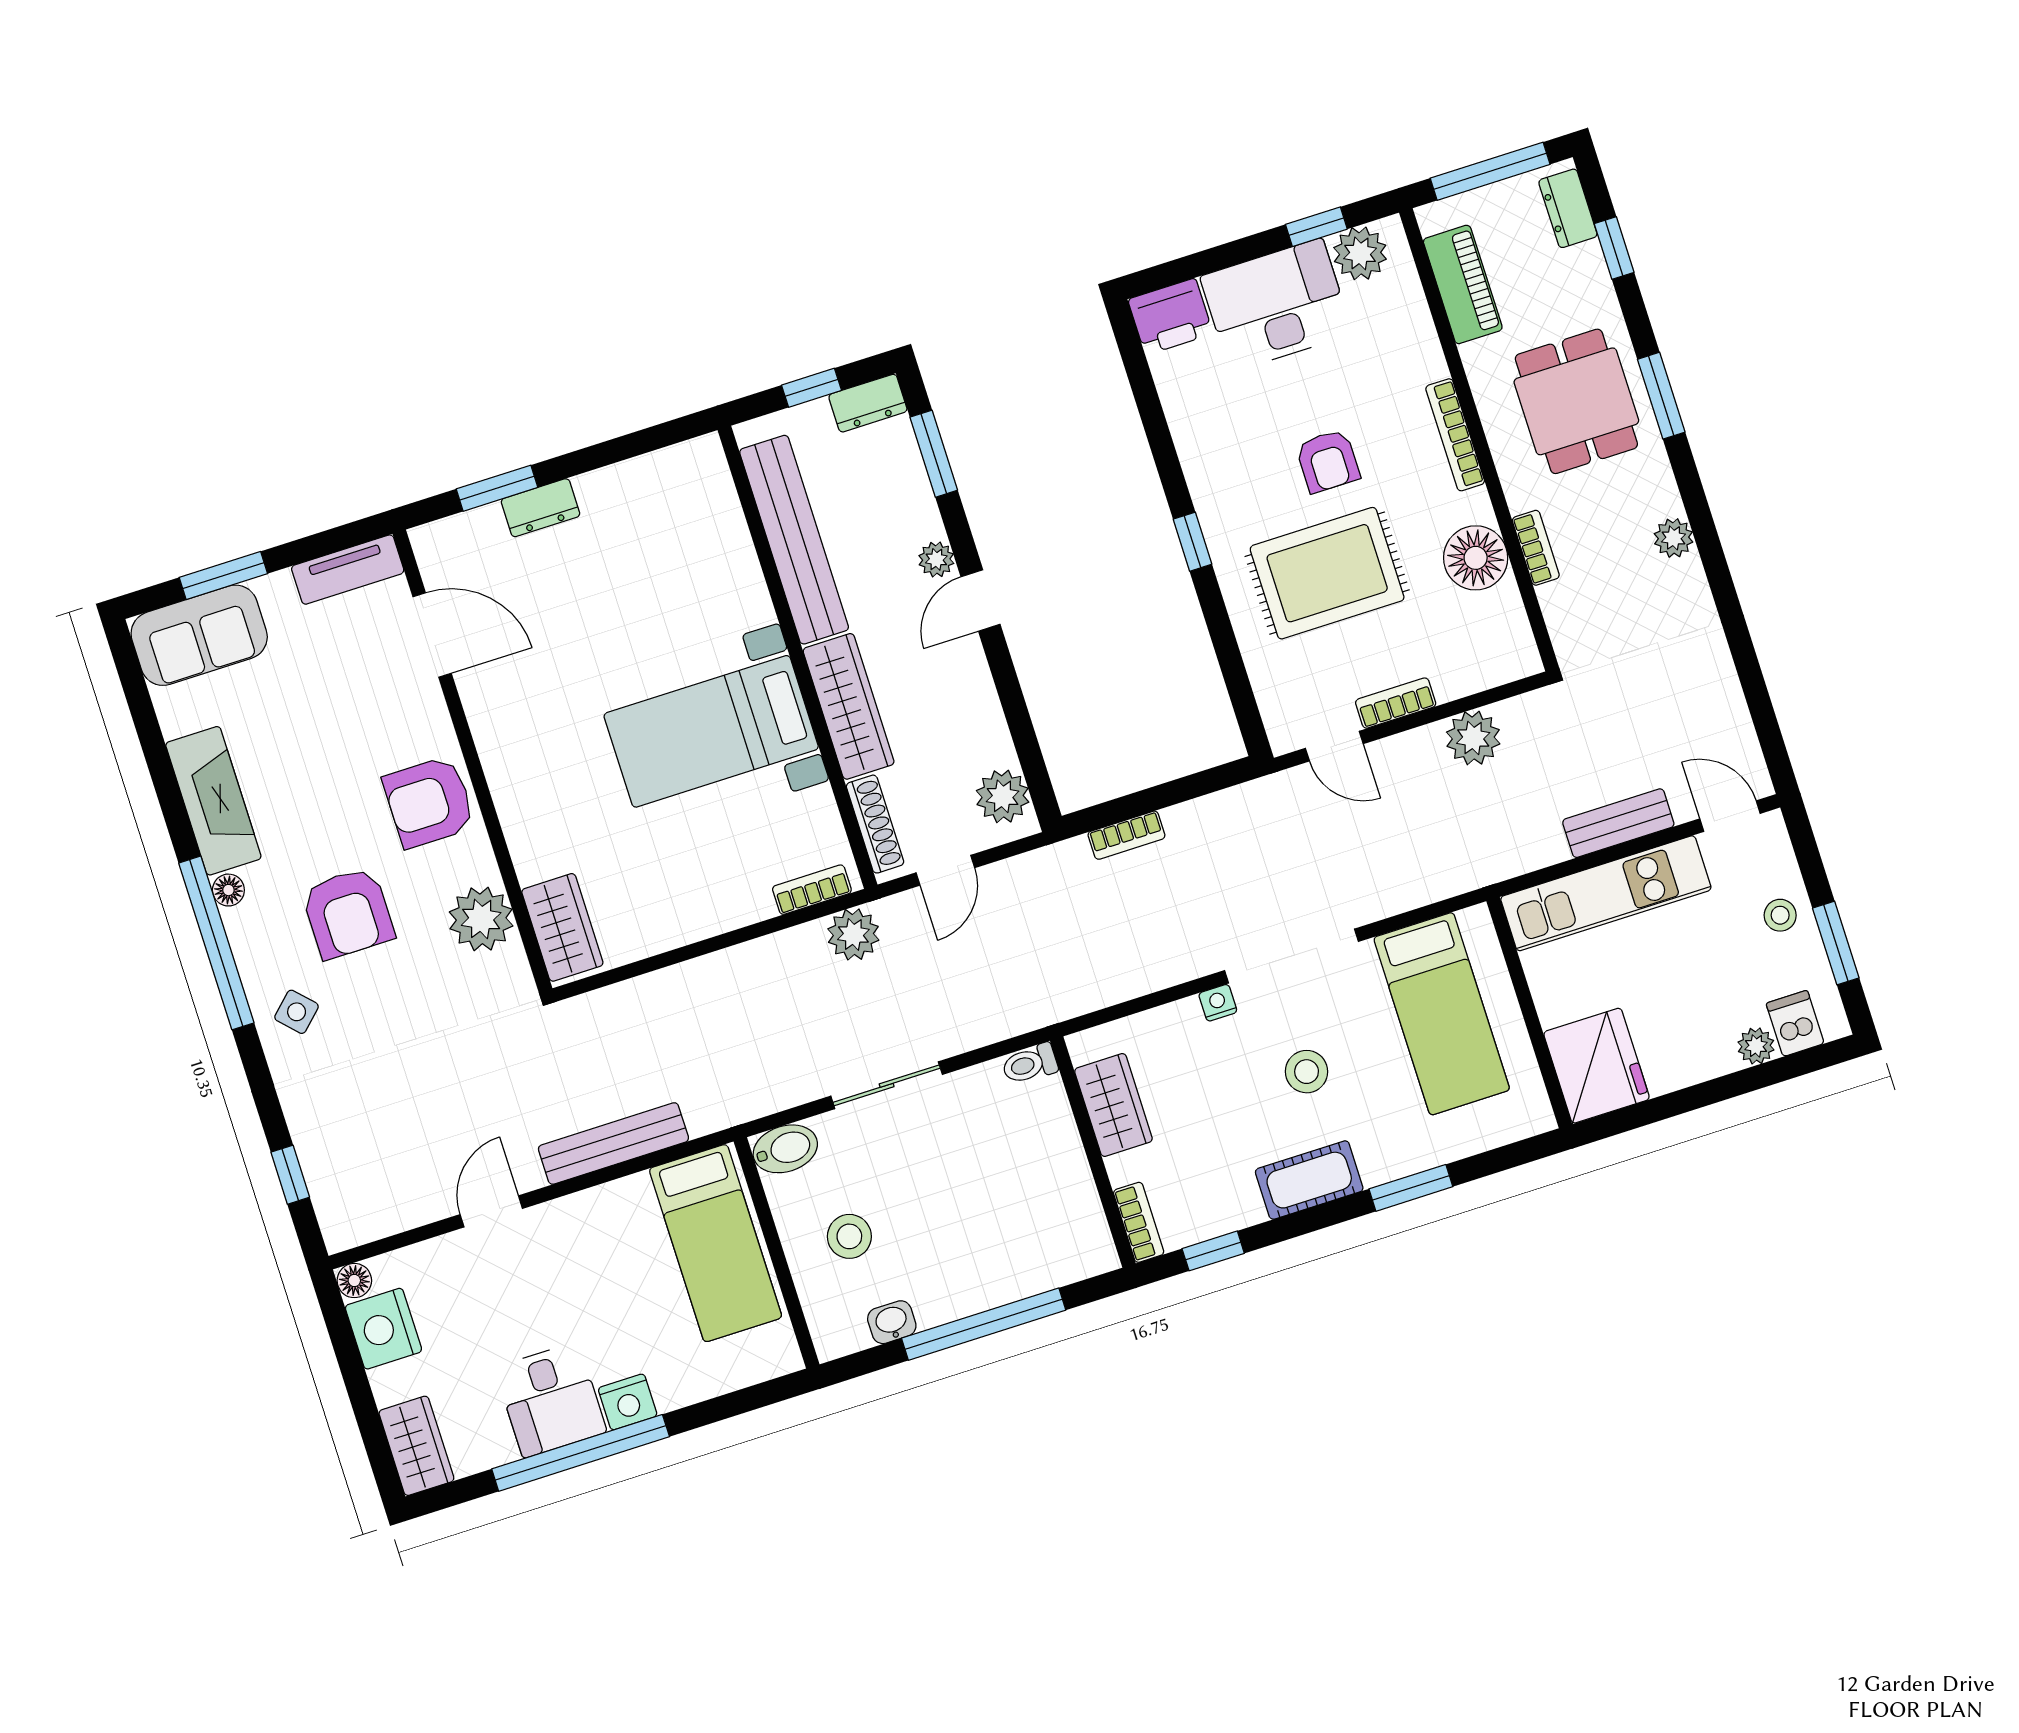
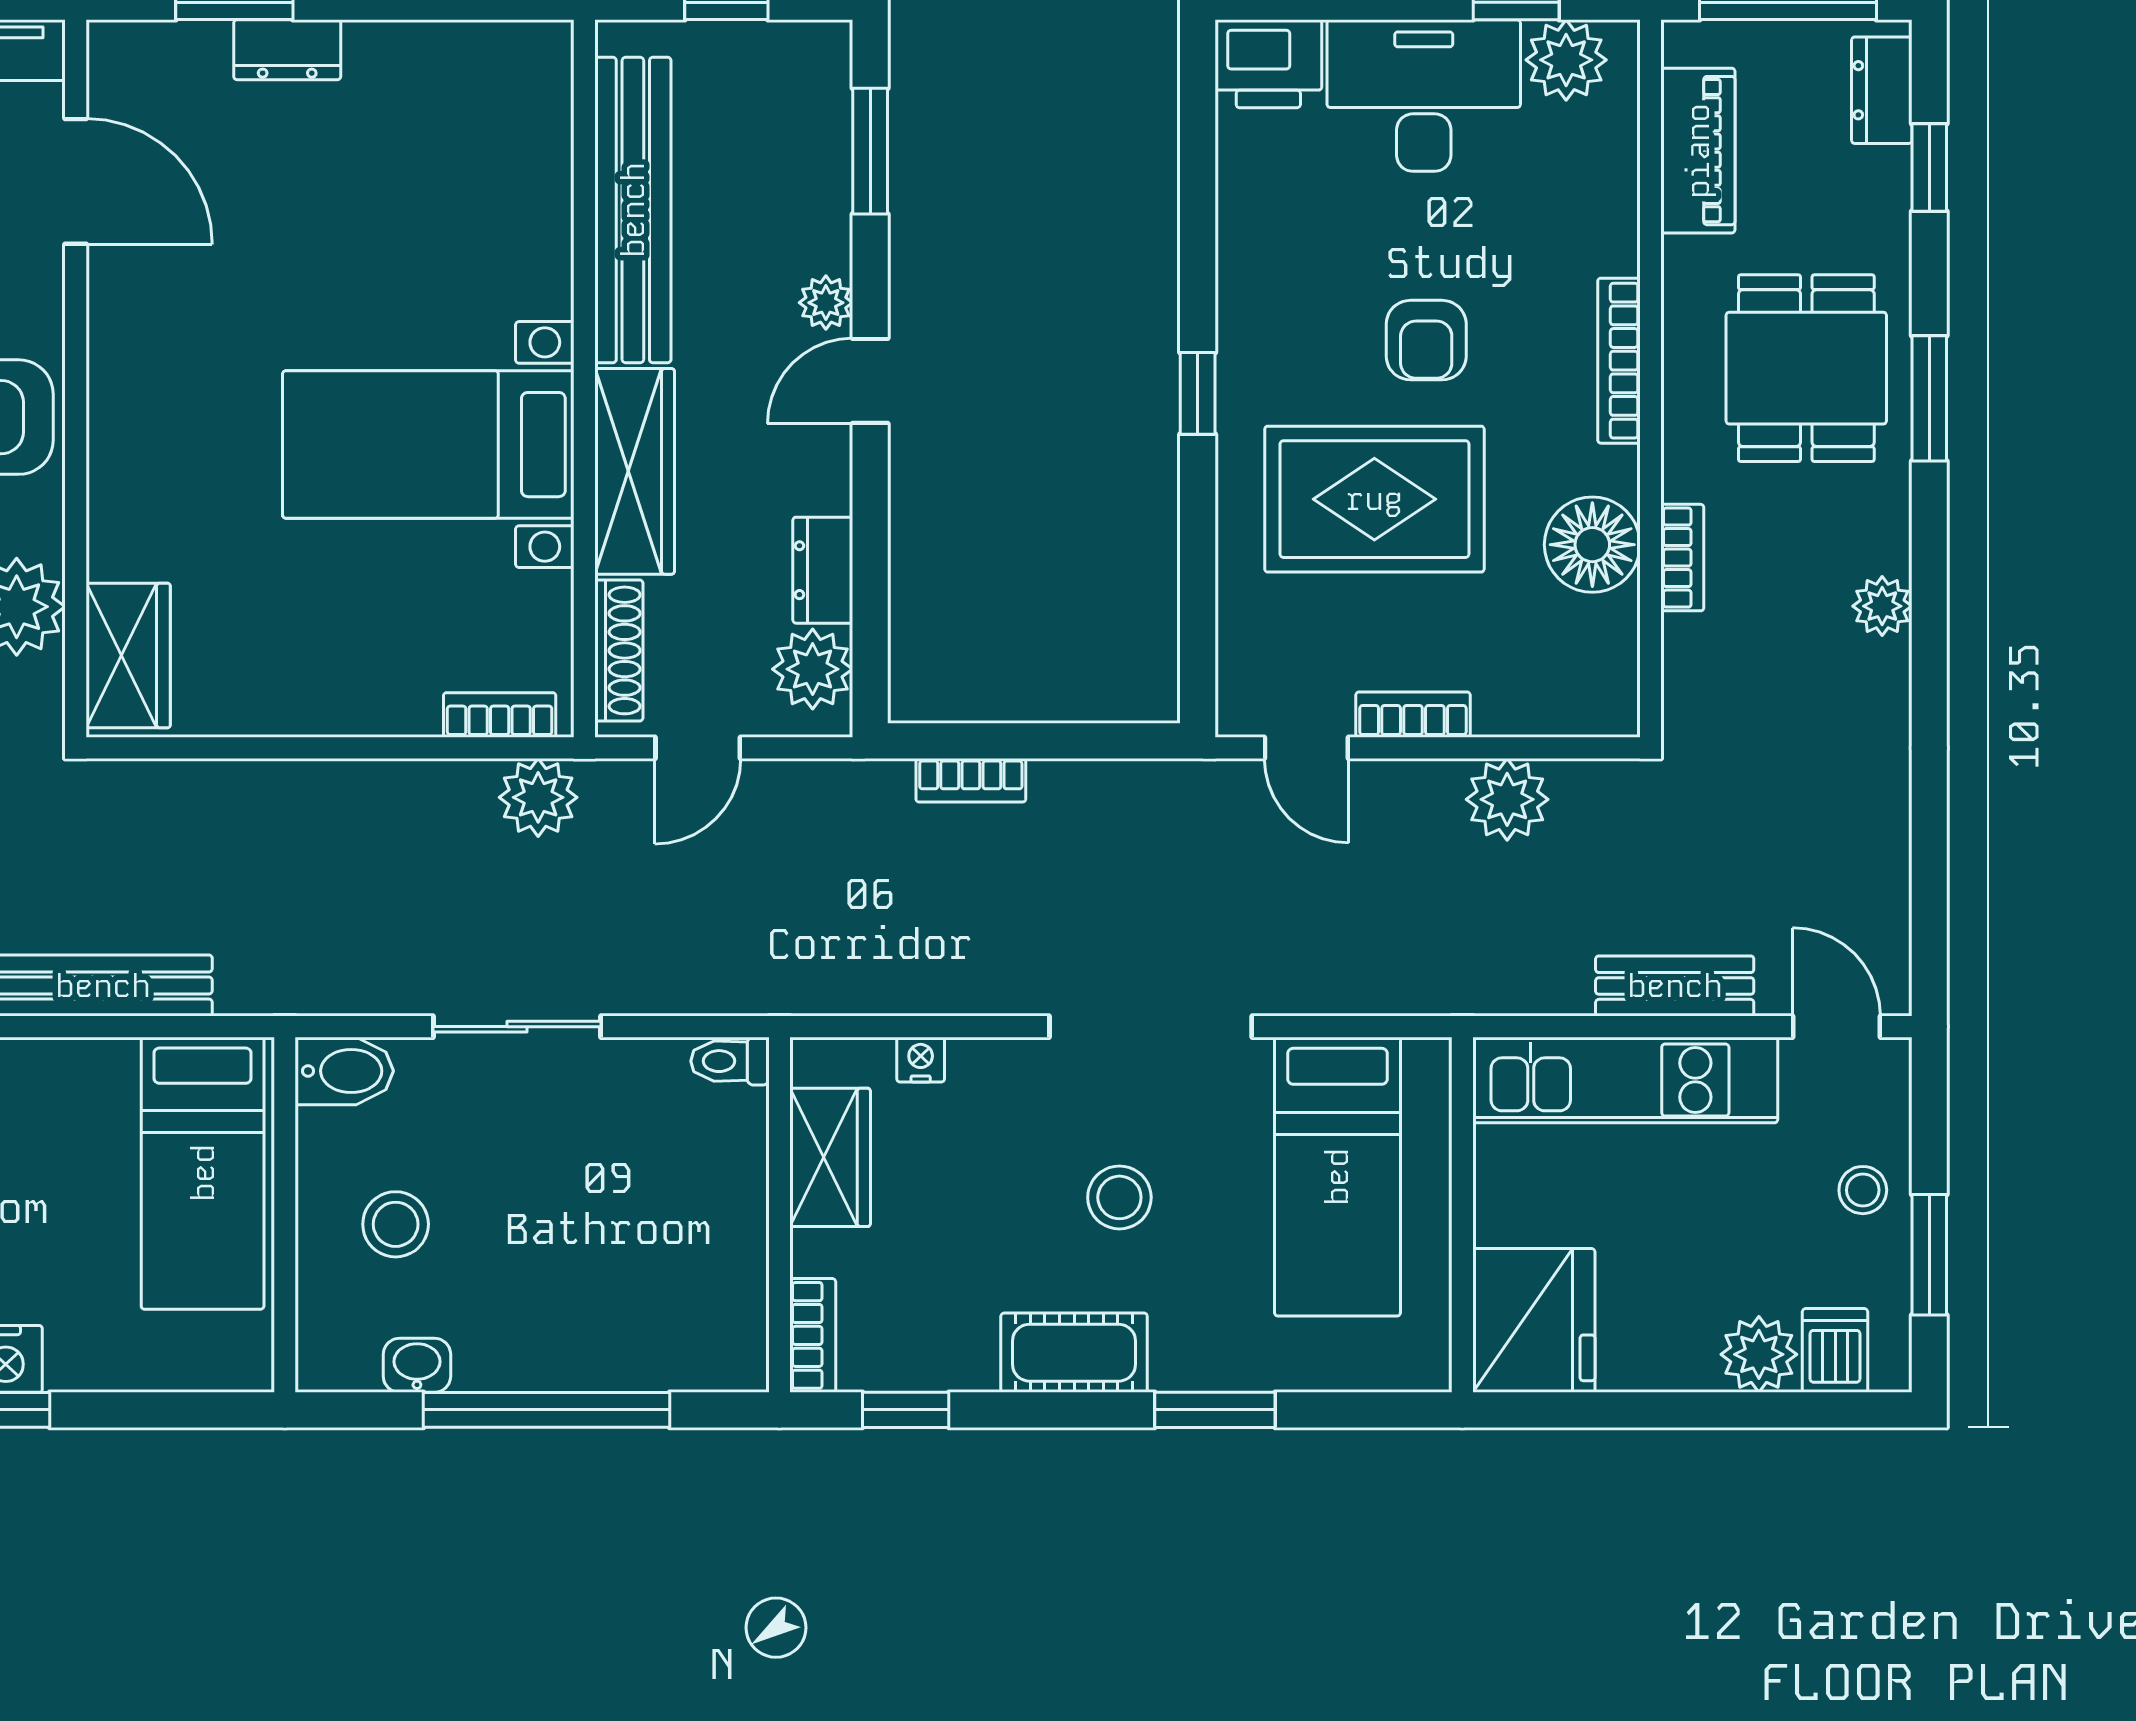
dresser: (868, 403) -> (823, 570), moved, turned 90
nightstand: (1218, 1003) -> (921, 1060), moved
plant: (1756, 1046) -> (1759, 1354), width x1.38, depth x1.38

